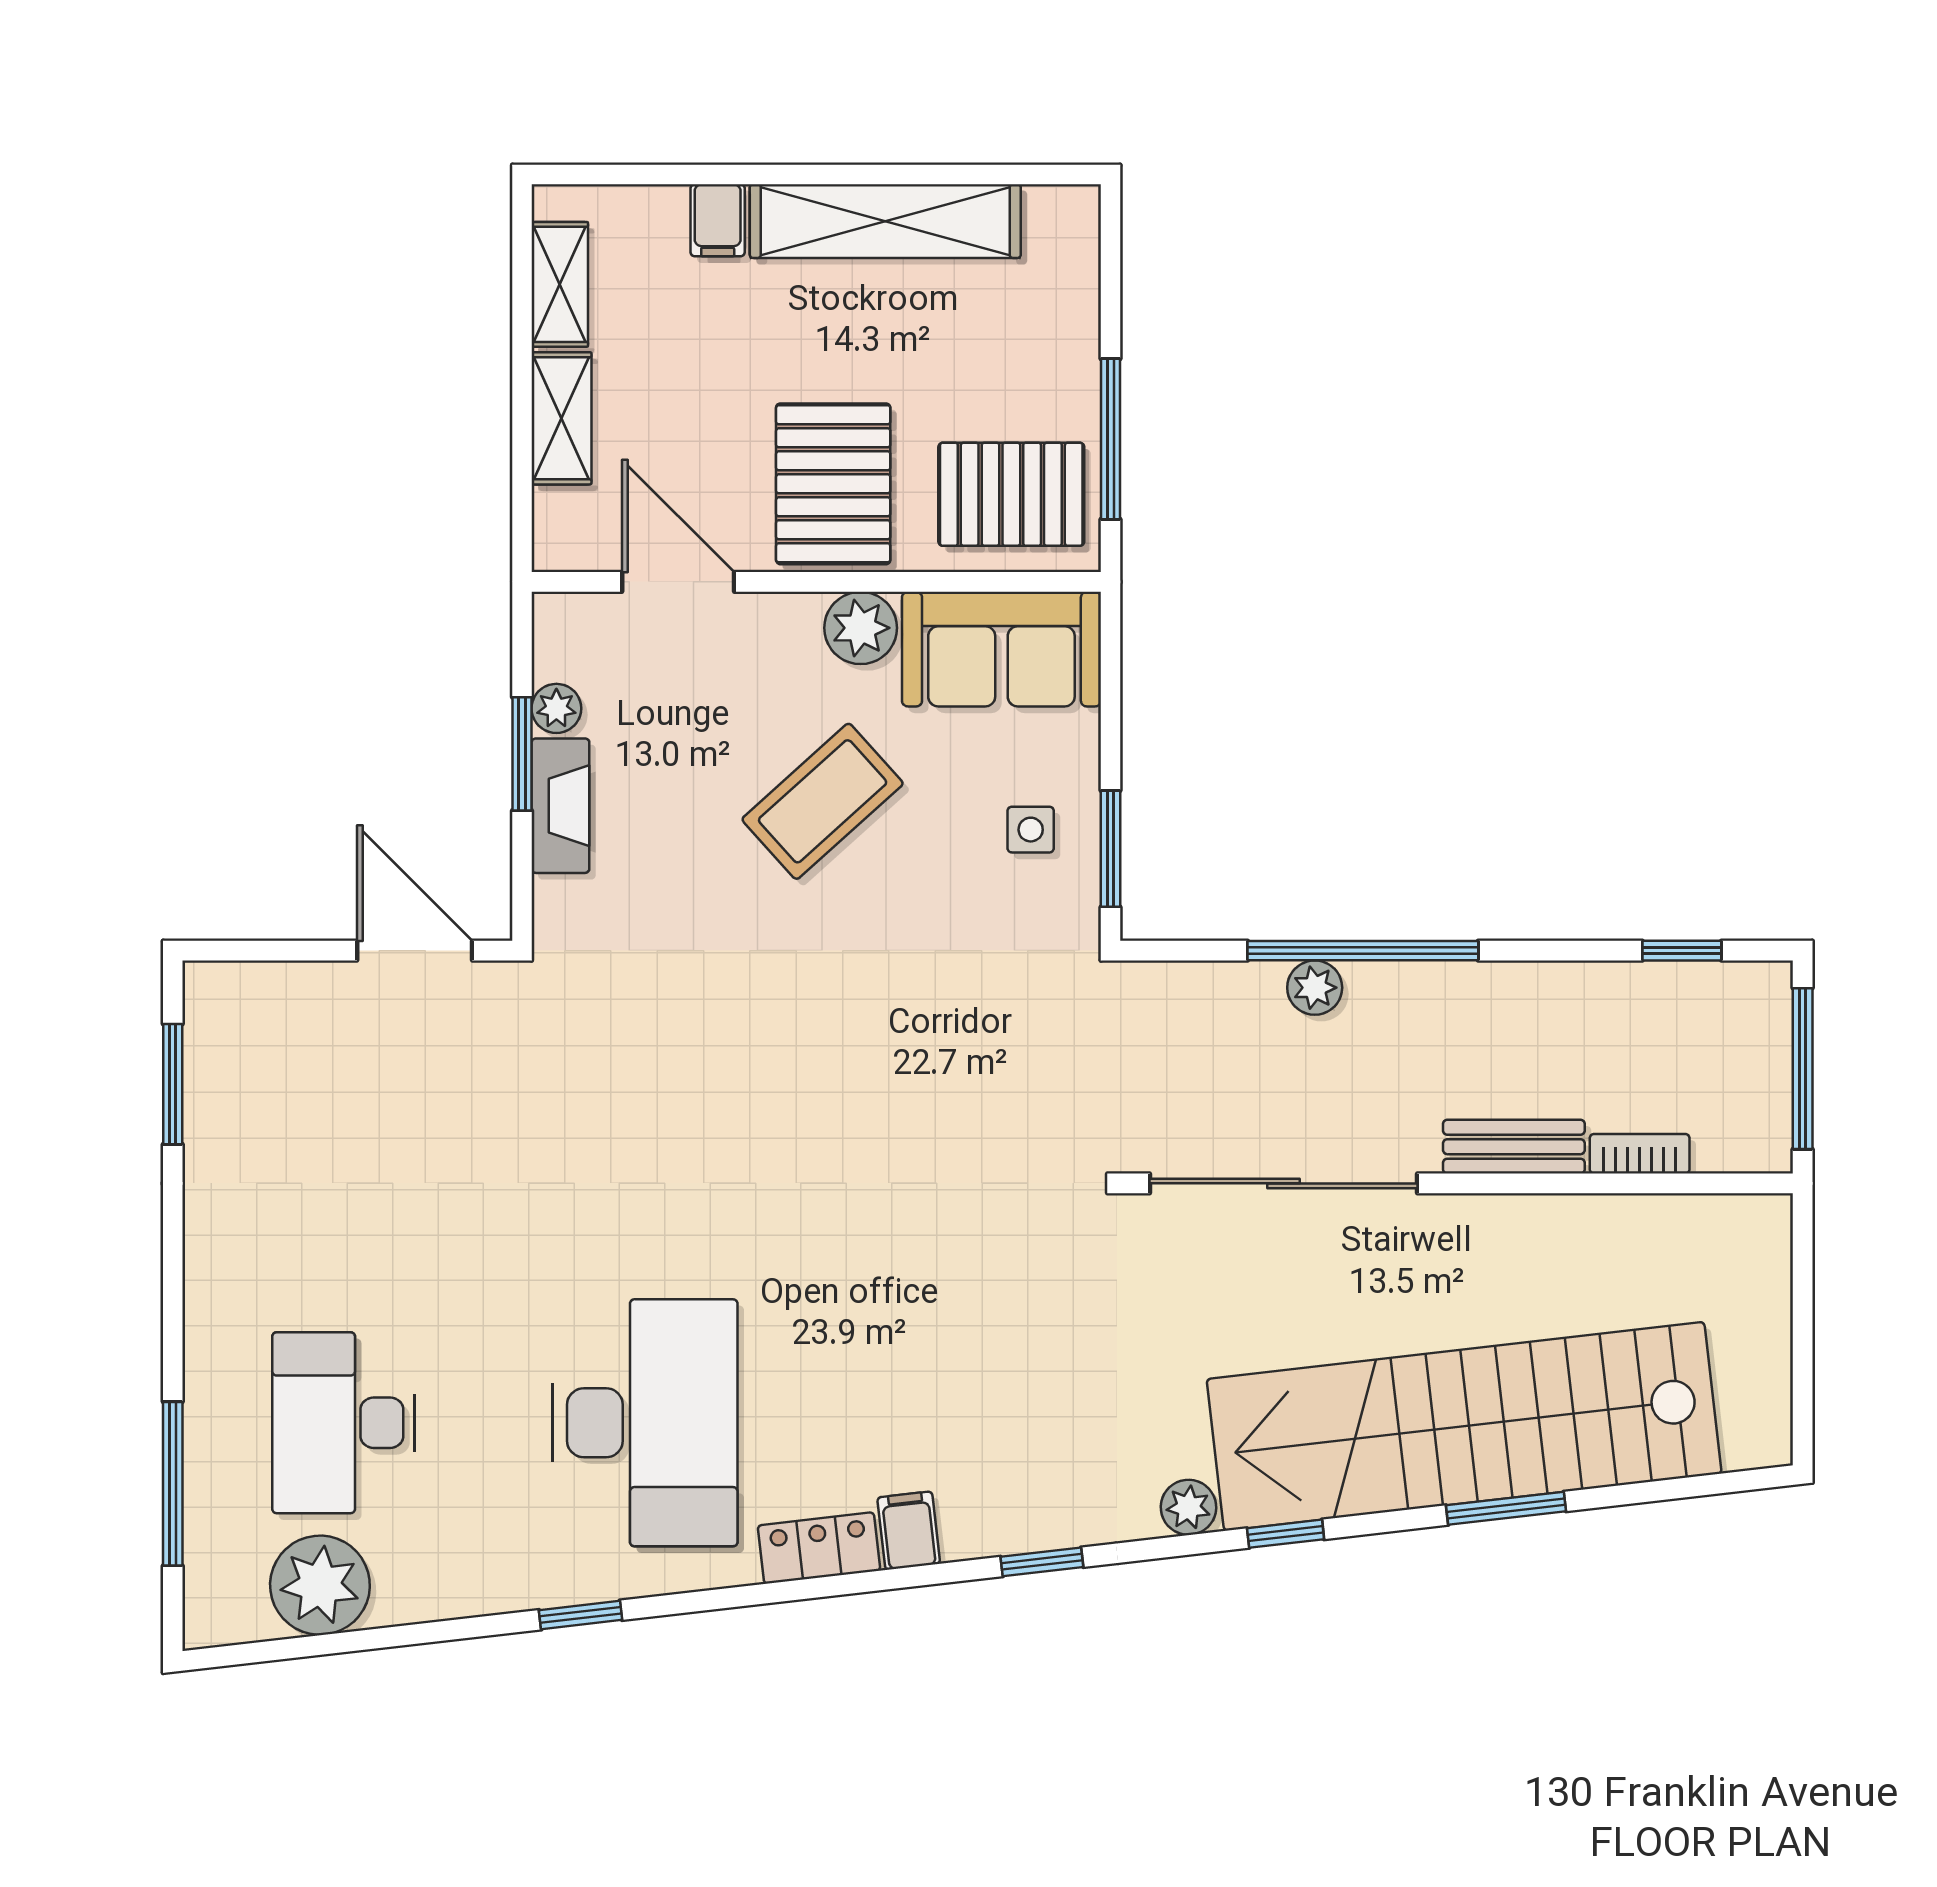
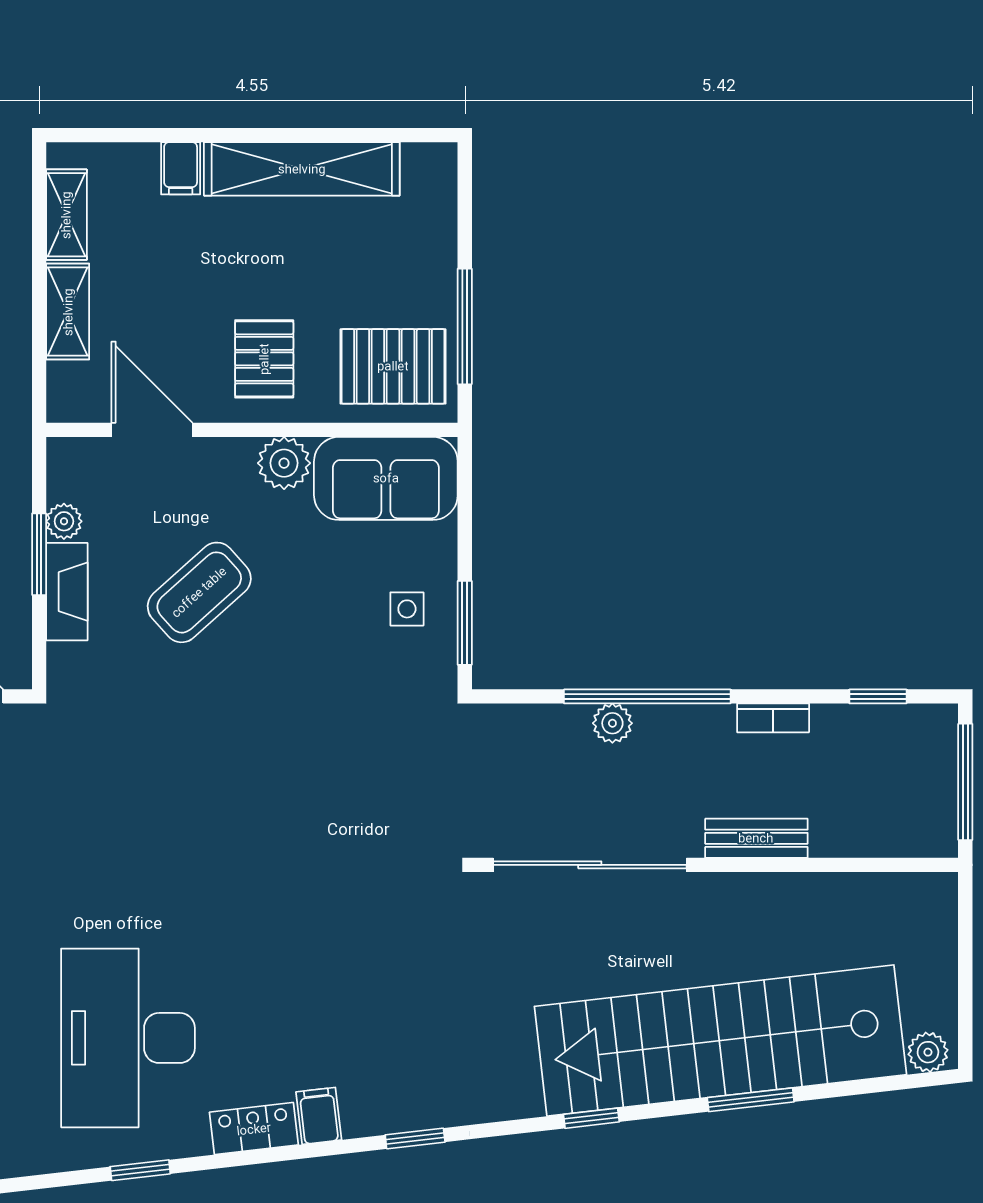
pallet: (833, 484) -> (264, 359), width x0.67, depth x0.71
coffee table: (823, 801) -> (199, 592), moved
bookcase: (1640, 1154) -> (773, 718), moved, turned 180
desk: (645, 1423) -> (128, 1038), turned 180
plant: (1188, 1507) -> (928, 1052), moved
window: (581, 1615) -> (140, 1170), moved

